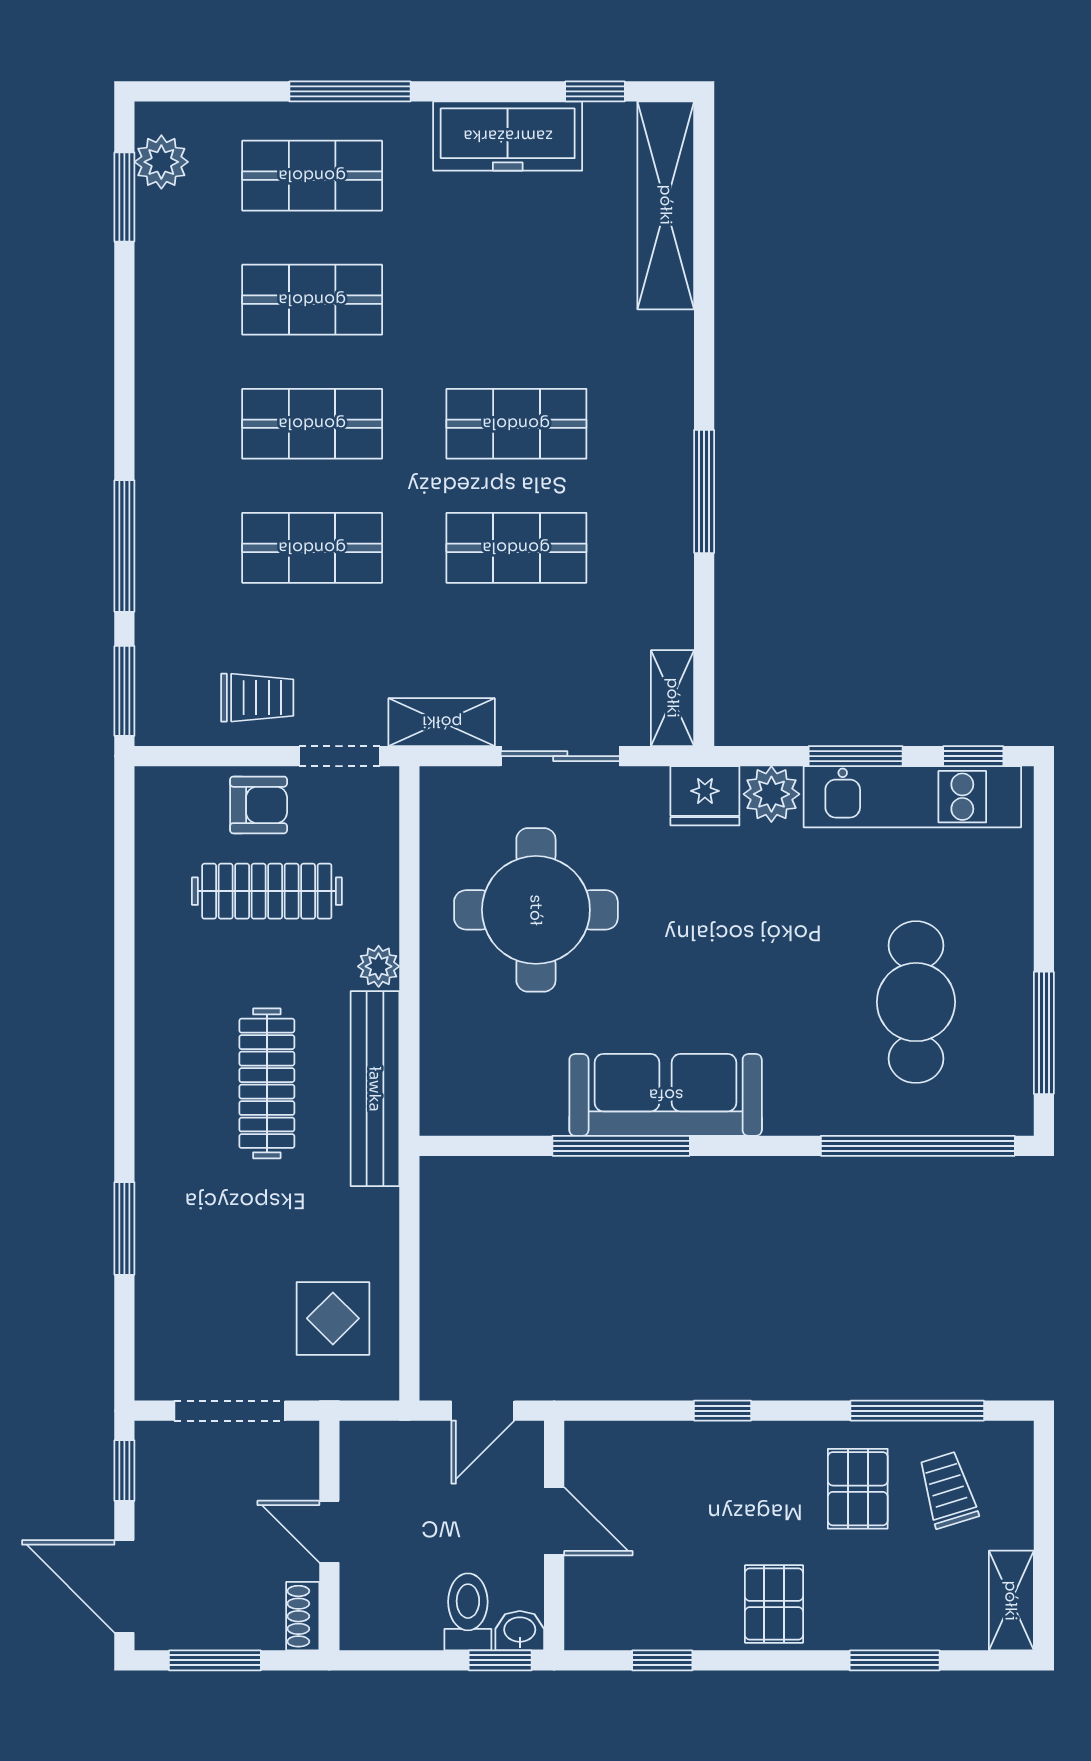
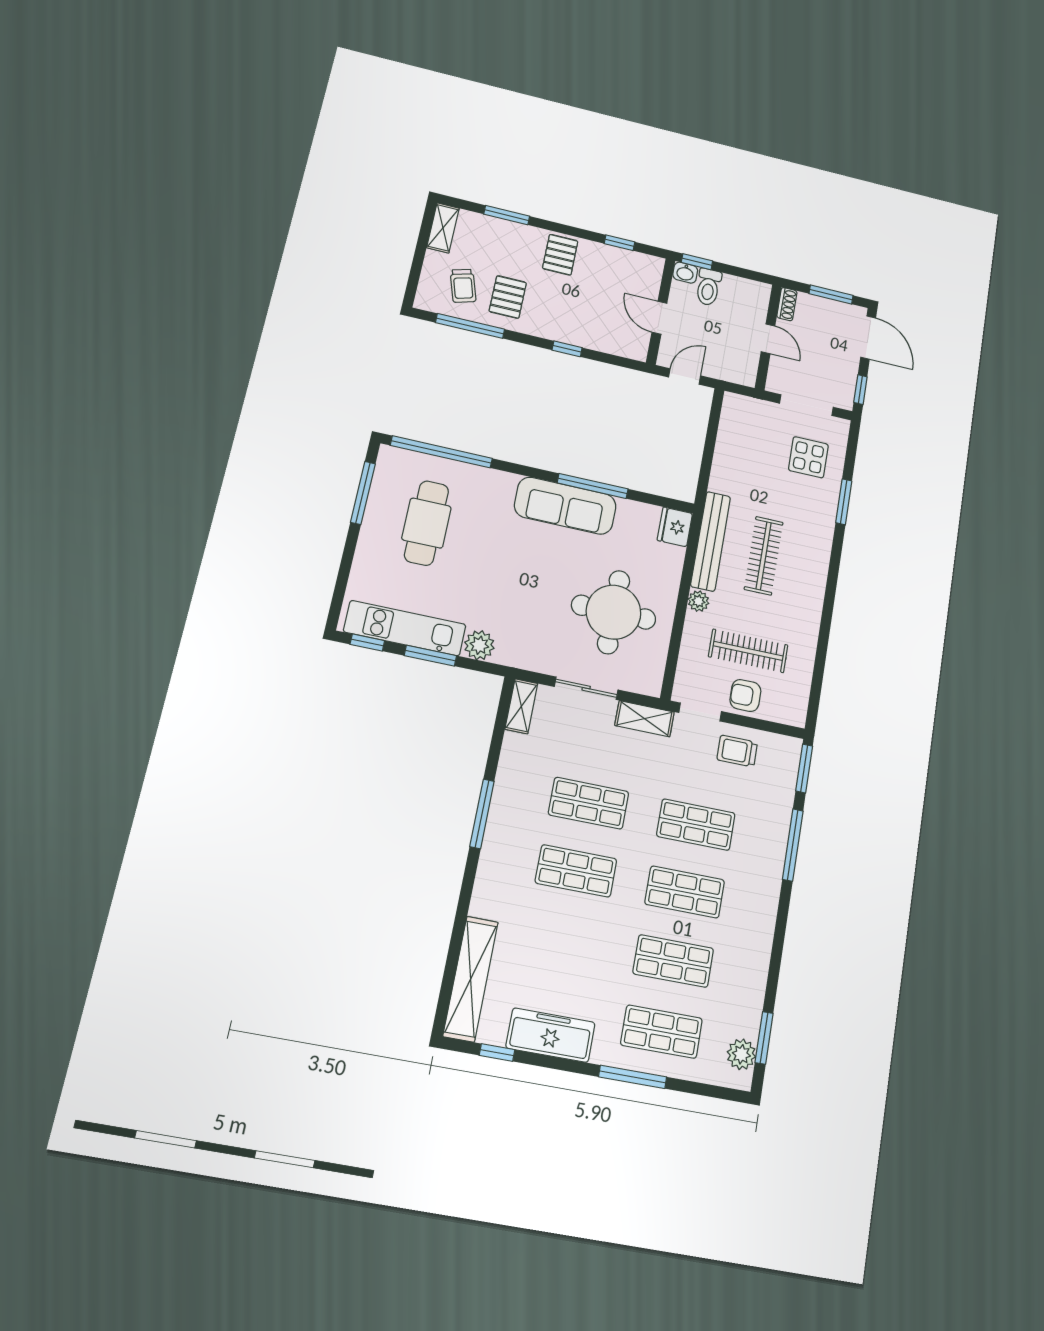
fridge: (705, 796) -> (675, 527), moved, turned -90
display table: (333, 1318) -> (808, 457), moved

